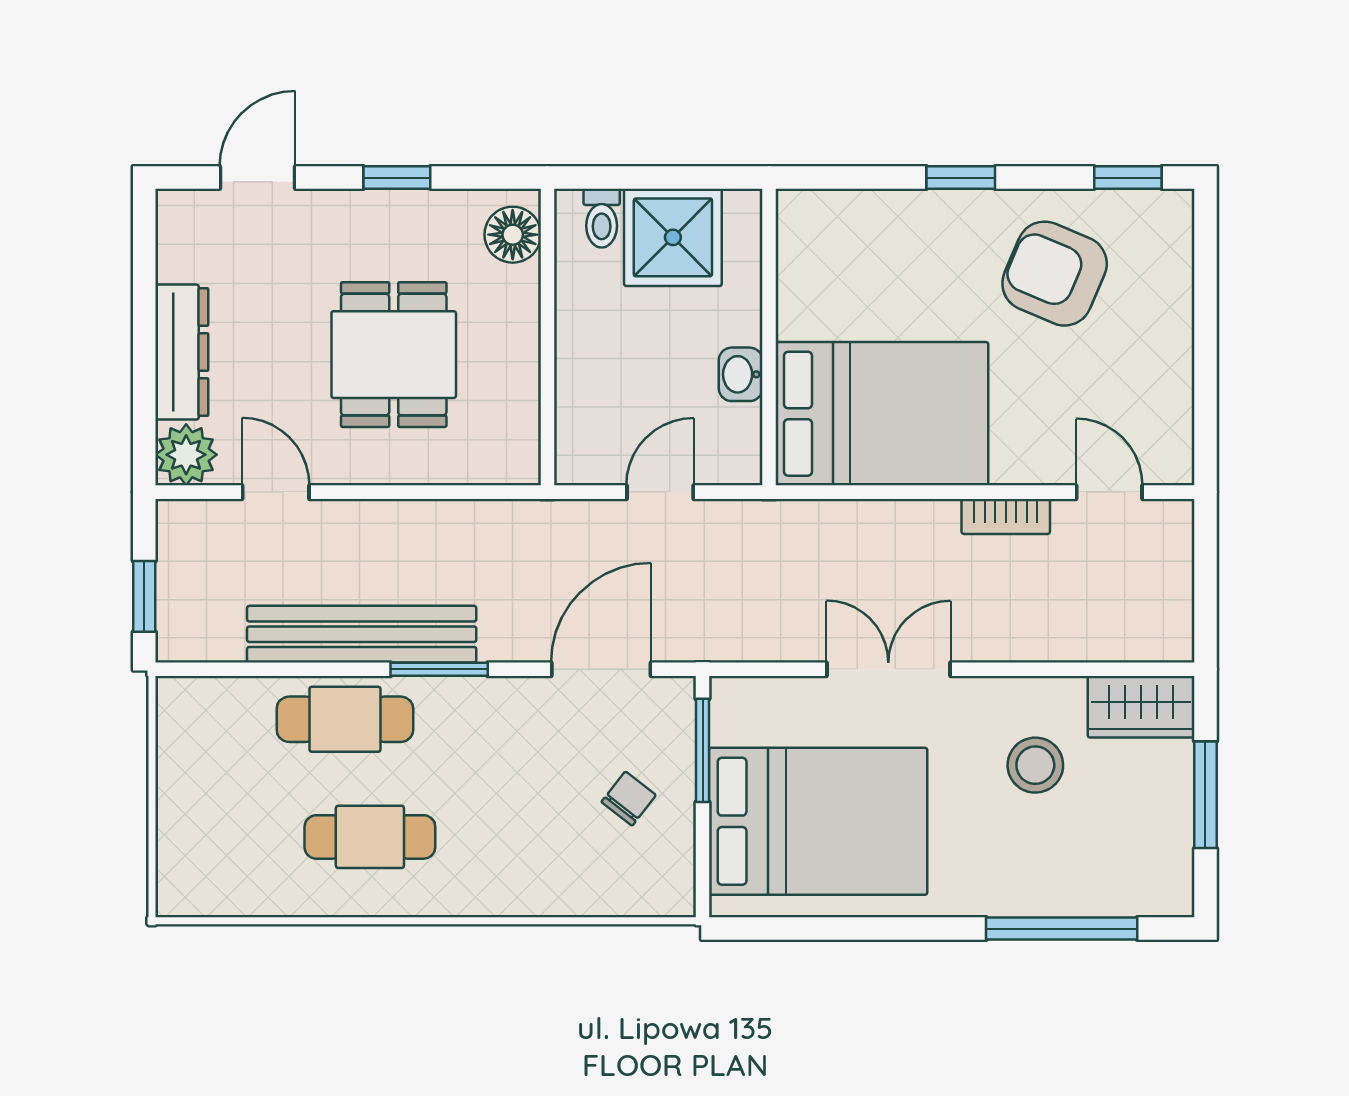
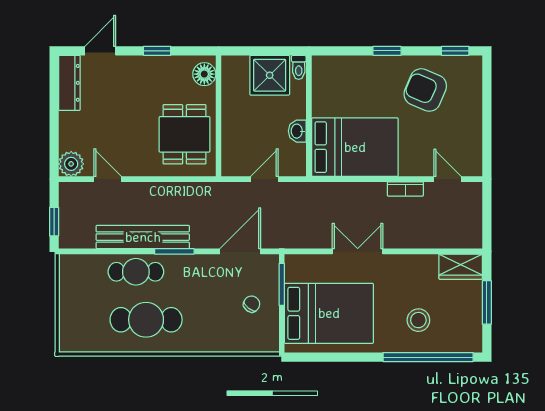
toilet: (602, 218) -> (299, 67), moved
dresser: (182, 352) -> (69, 83), moved
dining table: (394, 355) -> (185, 134), moved
stool: (1035, 765) -> (418, 320), moved
cafe table: (370, 837) -> (146, 320), width x1.37, depth x1.35
window: (1062, 929) -> (428, 357), width x1.46

